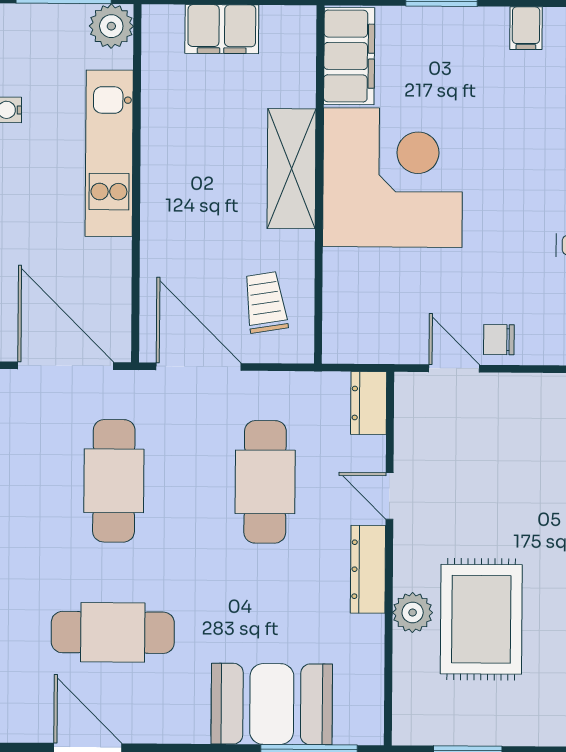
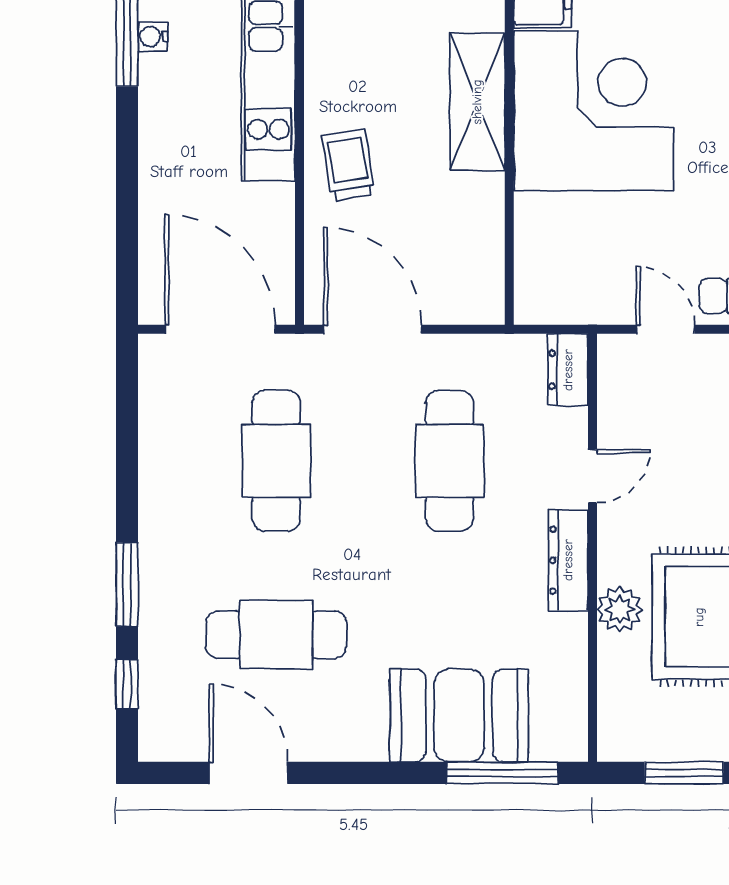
trolley: (265, 302) -> (348, 165), moved
door: (389, 496) -> (592, 476), swing flipped

